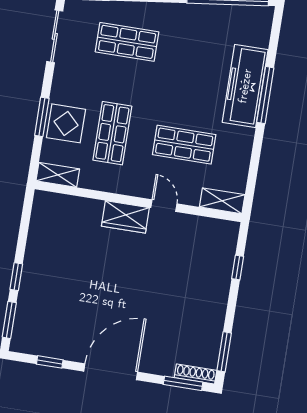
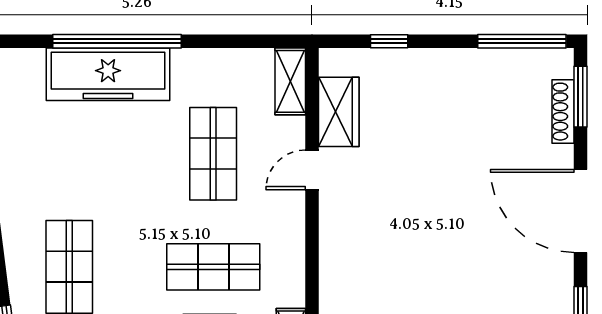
window: (265, 95) -> (117, 41), width x1.46
wardrobe: (125, 217) -> (339, 112), moved
window: (224, 352) -> (522, 41), width x1.44
shoe rack: (196, 374) -> (563, 112), moved

